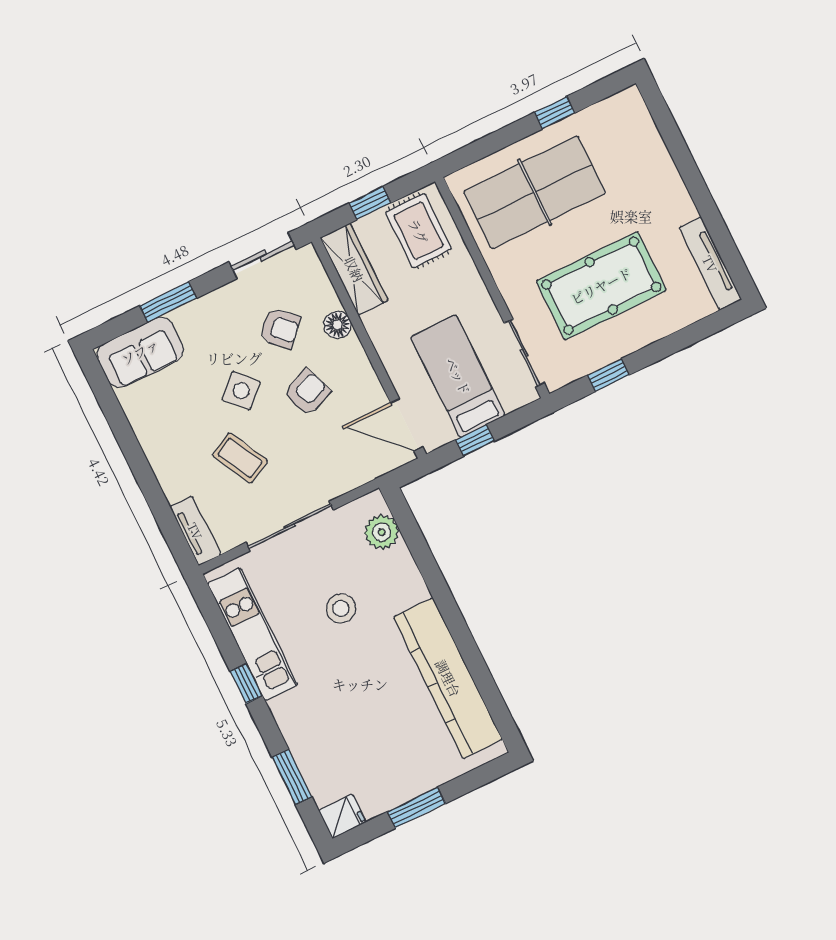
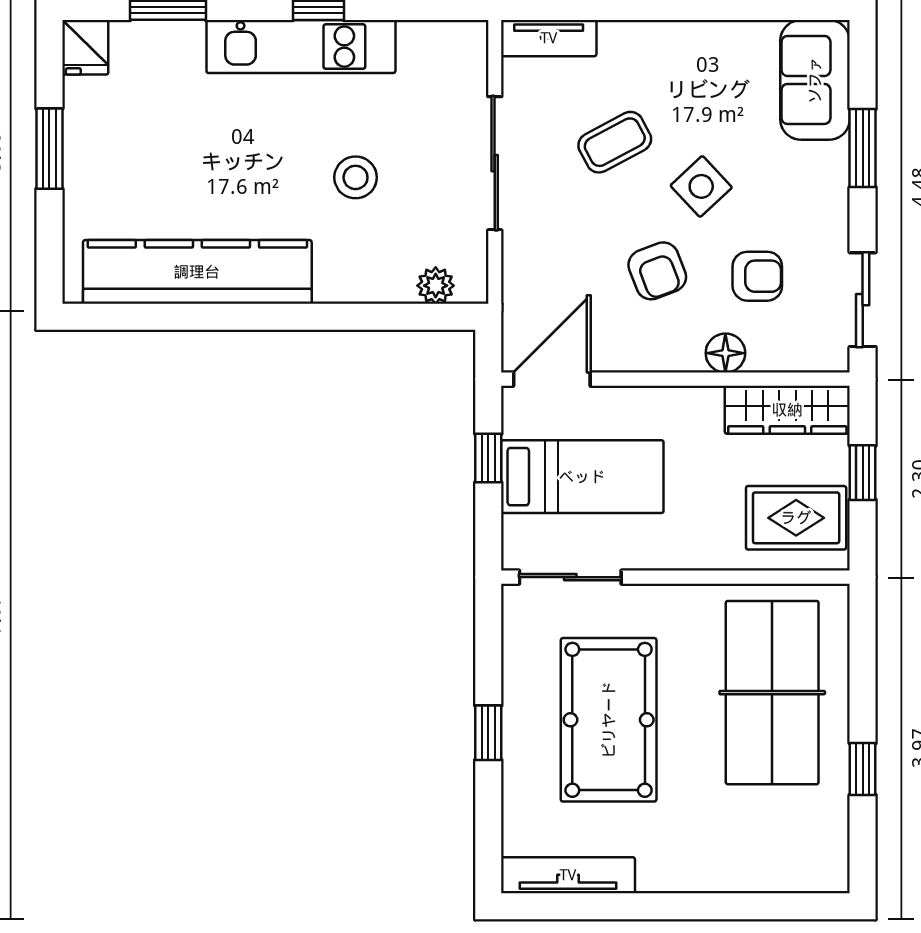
armchair: (280, 328) -> (757, 276), turned -133
window: (608, 375) -> (488, 733), moved
plant: (382, 532) -> (436, 286), width x0.73, depth x0.73
kitchen unit: (253, 634) -> (301, 47), moved

